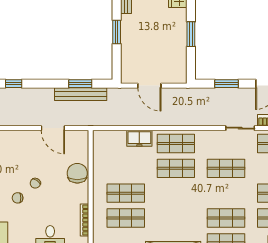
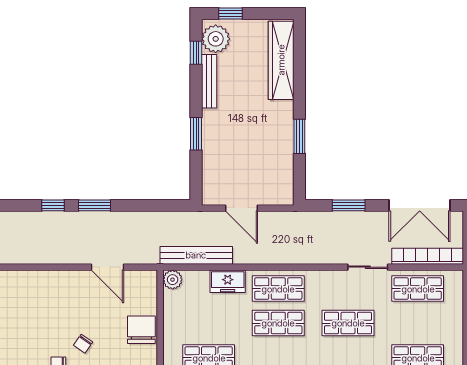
window: (80, 84) -> (94, 205), moved
bench: (81, 94) -> (196, 255), moved
plant: (100, 137) -> (173, 280), added

